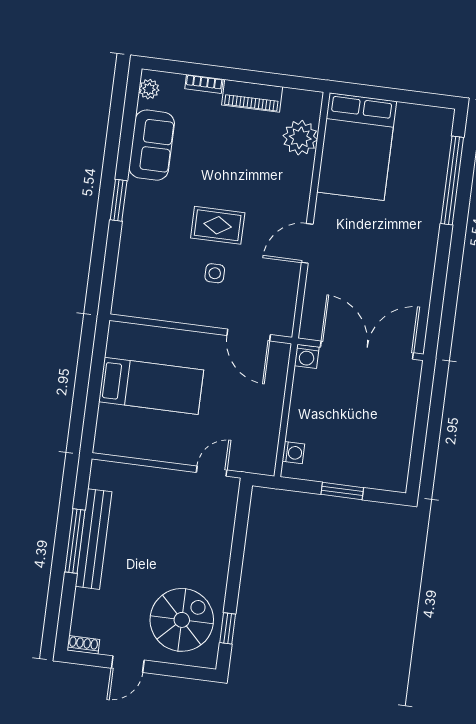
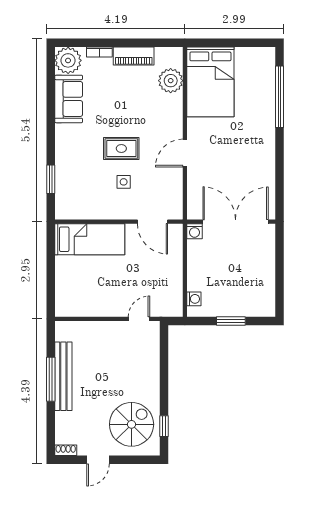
plant: (149, 89) -> (68, 60), width x1.88, depth x1.88
window: (119, 200) -> (51, 179), moved
bed: (151, 386) -> (90, 239), moved

